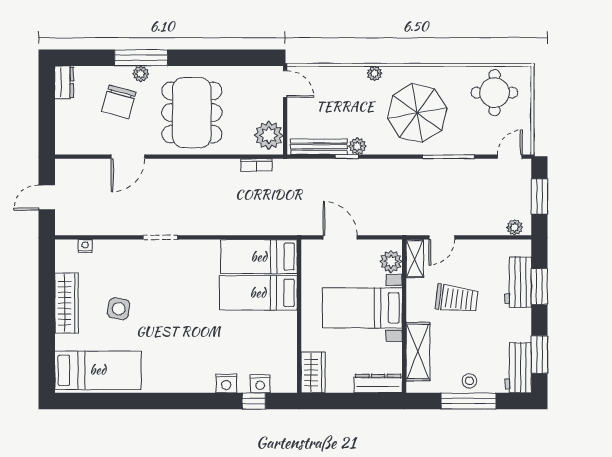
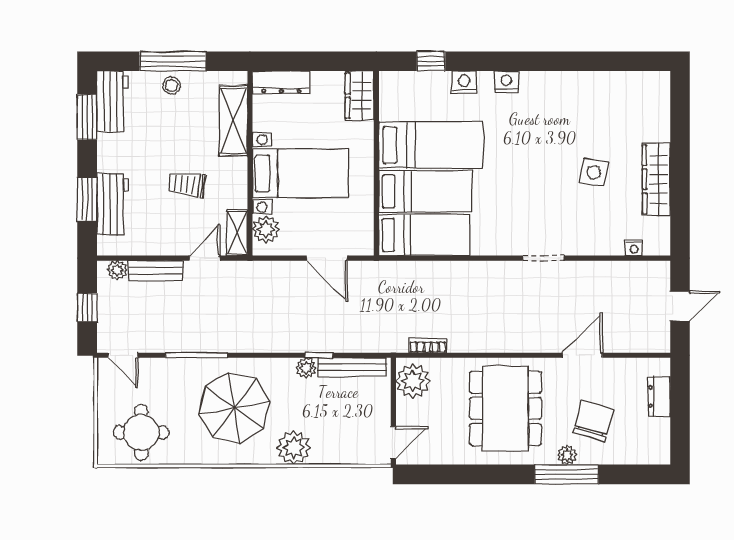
plant: (374, 73) -> (294, 448), width x1.88, depth x1.88
dresser: (64, 82) -> (659, 397), moved
door: (285, 84) -> (393, 443), swing flipped
door: (510, 157) -> (123, 355), hinge flipped
window: (539, 196) -> (87, 307), width x0.67
bench: (483, 227) -> (156, 271), added
trolley: (457, 299) -> (187, 184), width x0.73, depth x0.72
bed: (98, 370) -> (431, 145), moved, turned 180
nightstand: (260, 384) -> (506, 82), moved

